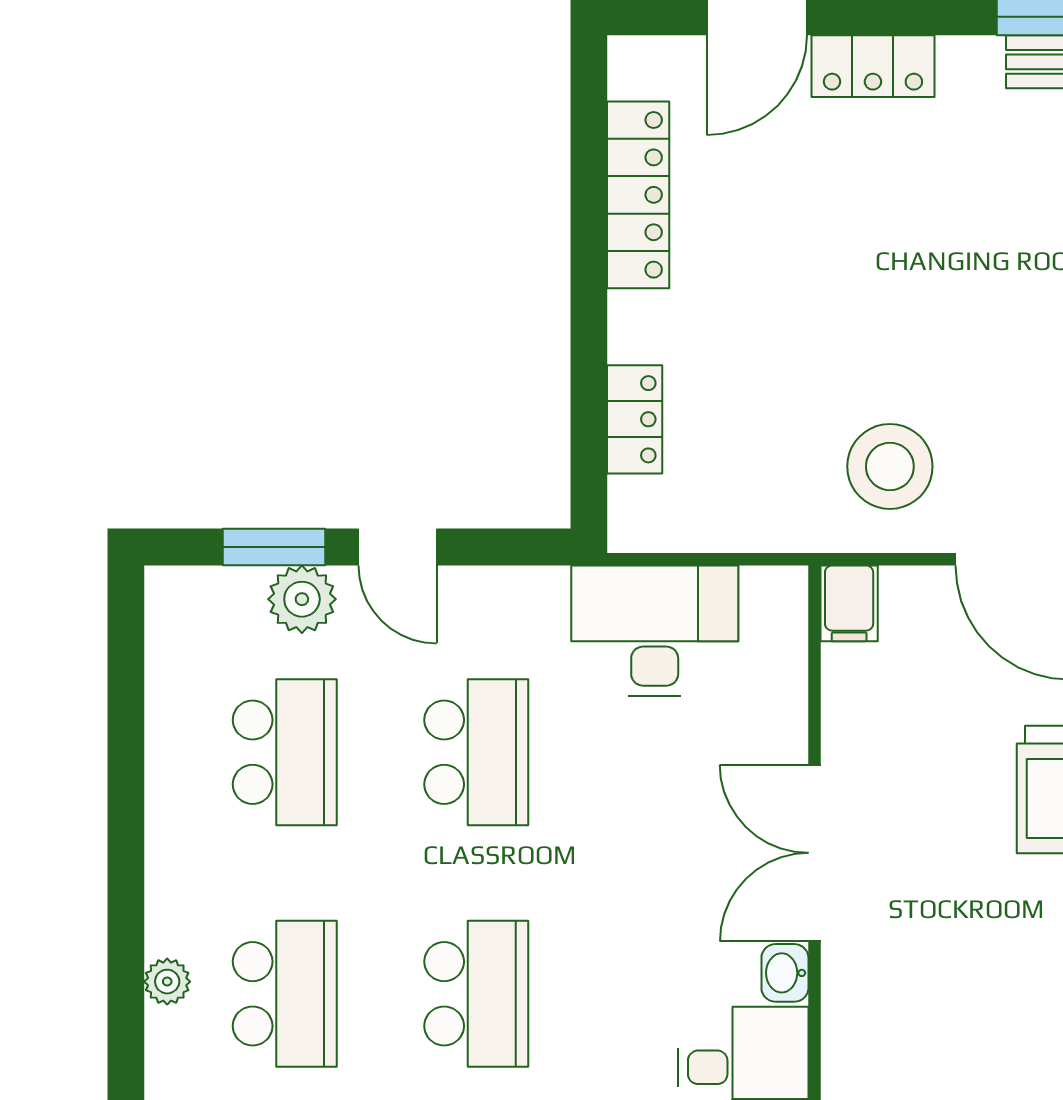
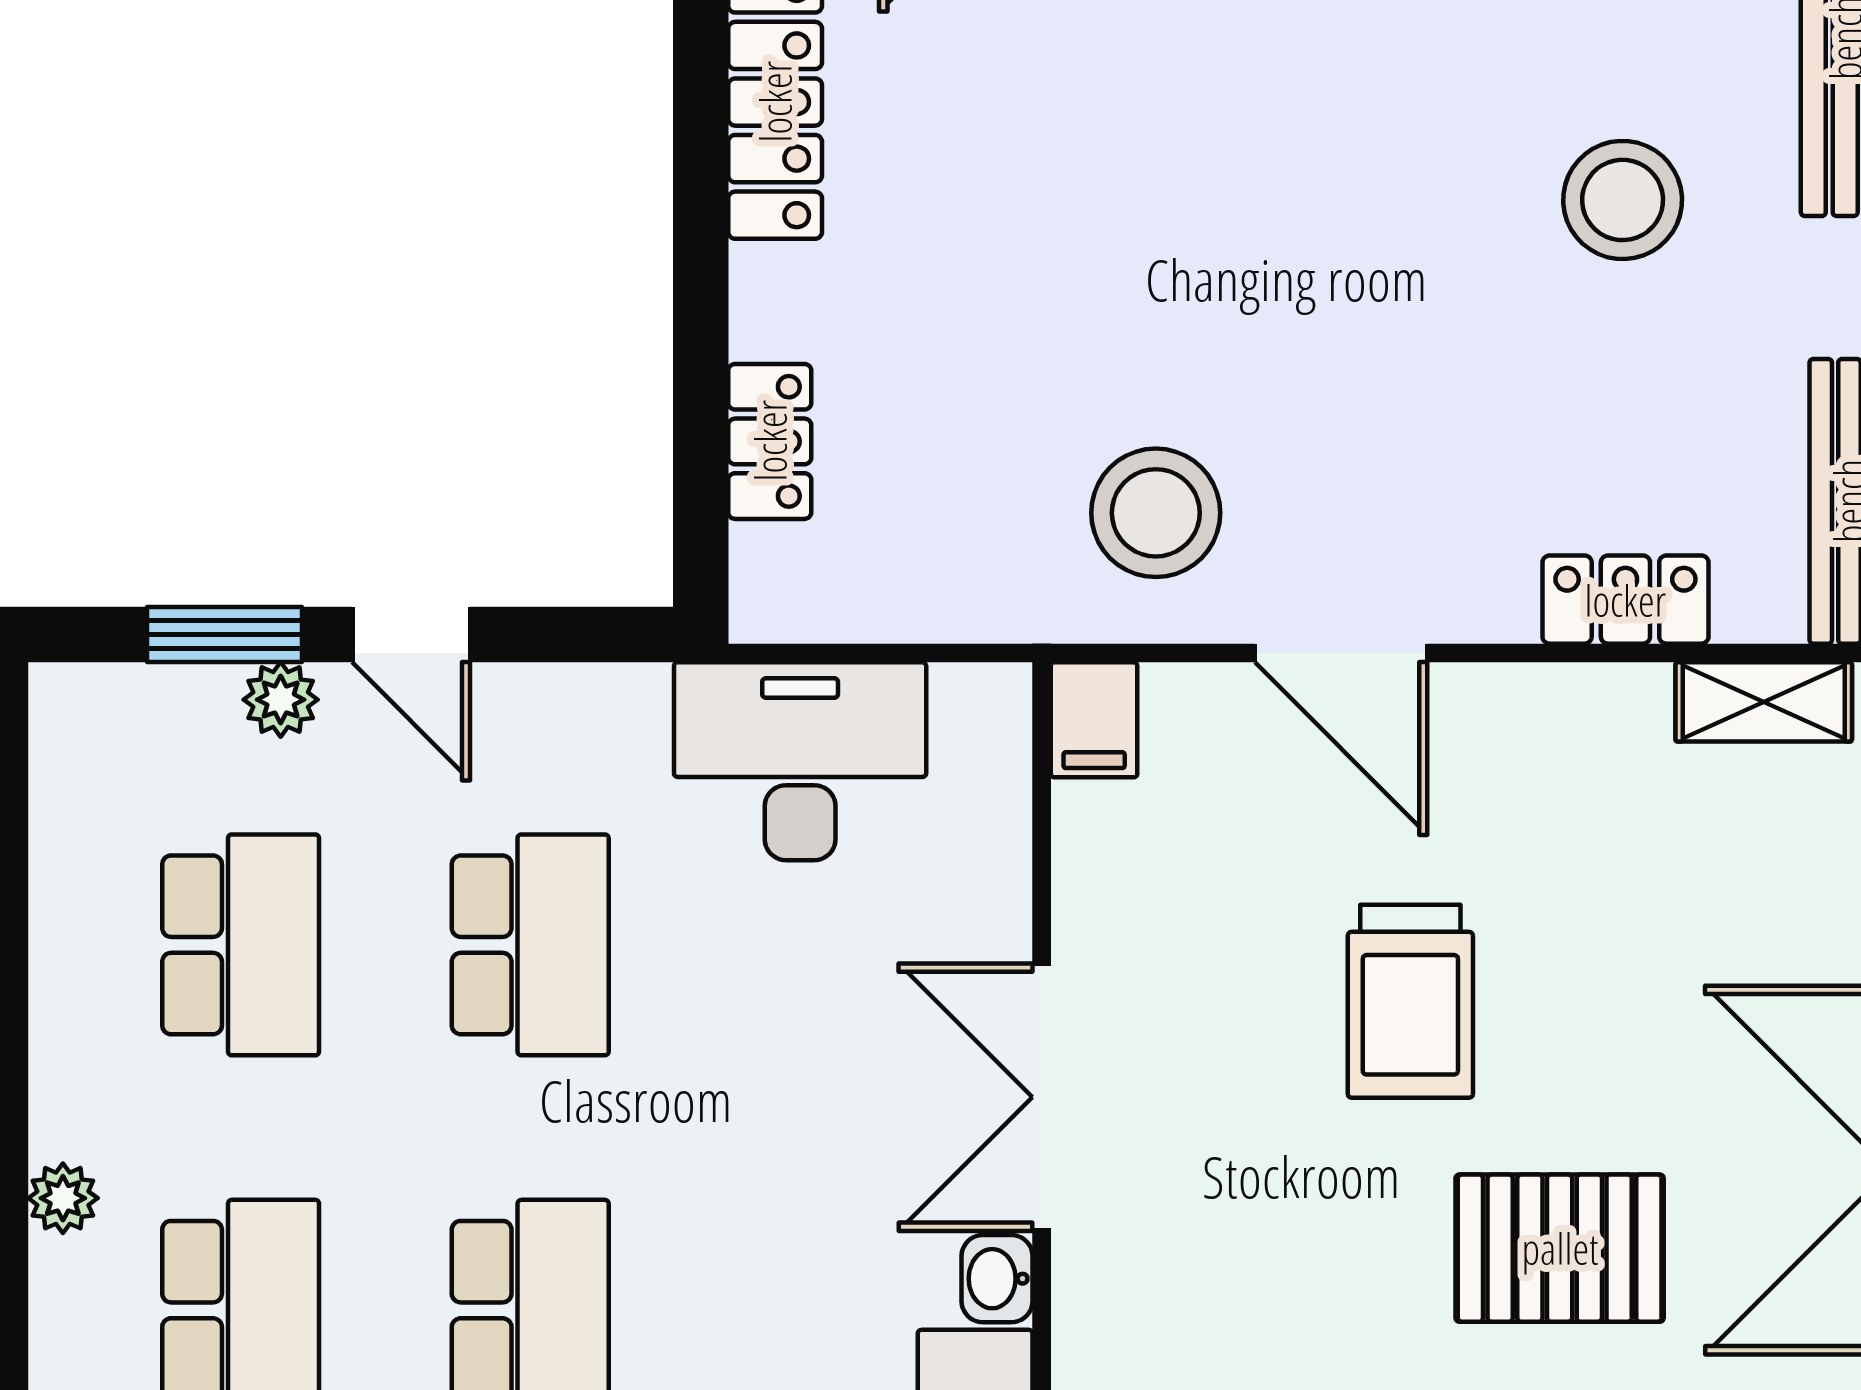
plant: (302, 599) -> (281, 700), width x0.73, depth x0.73
plant: (167, 982) -> (63, 1198), moved

